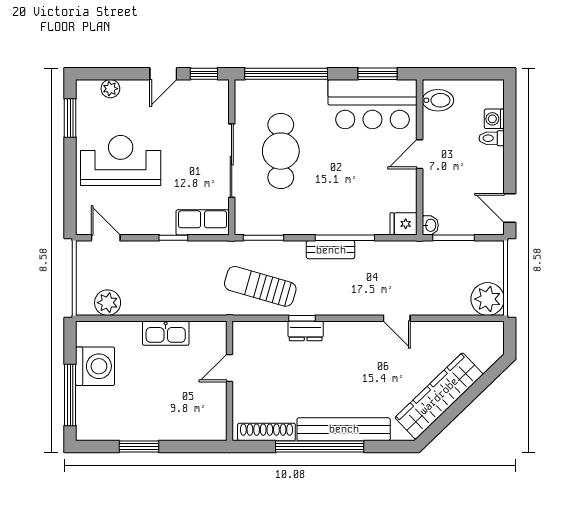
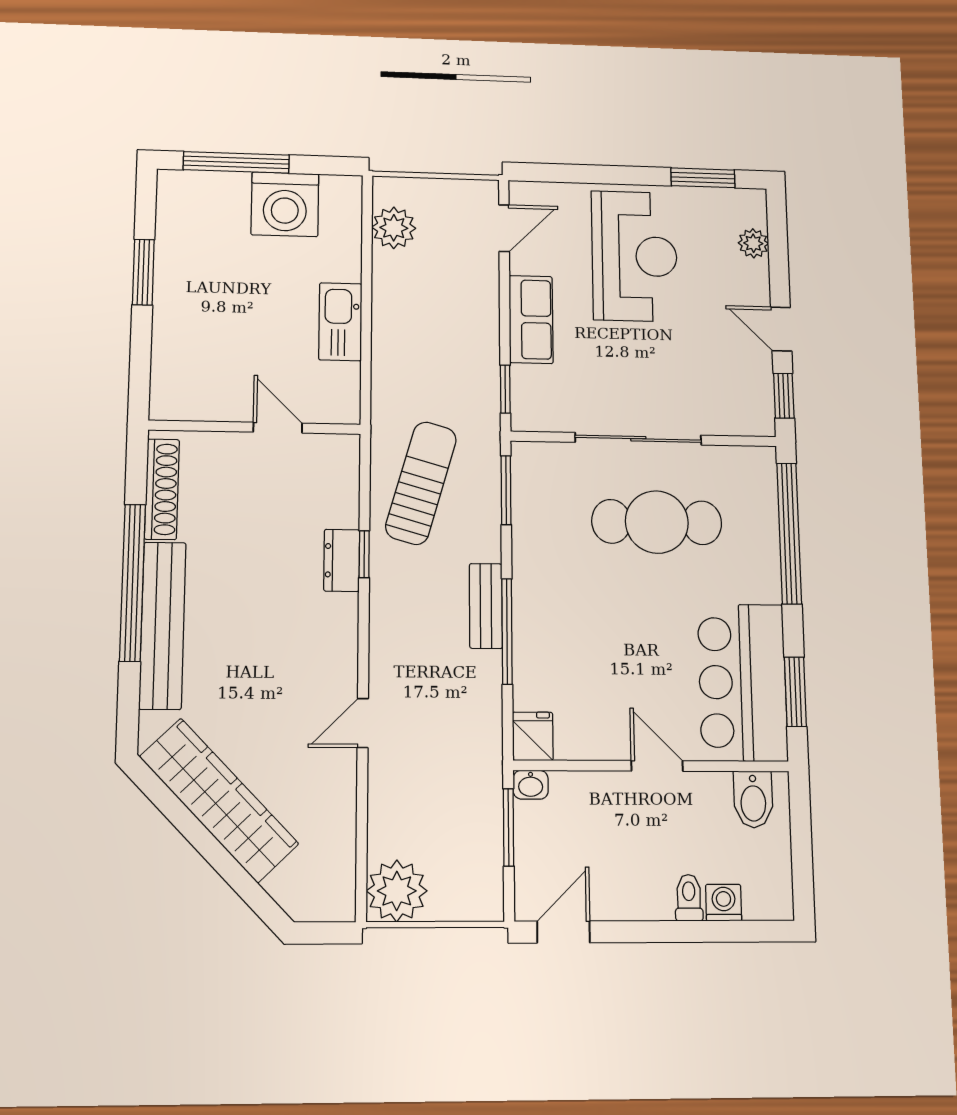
row of seats: (203, 222) -> (531, 319), moved
window: (173, 238) -> (505, 389), moved

